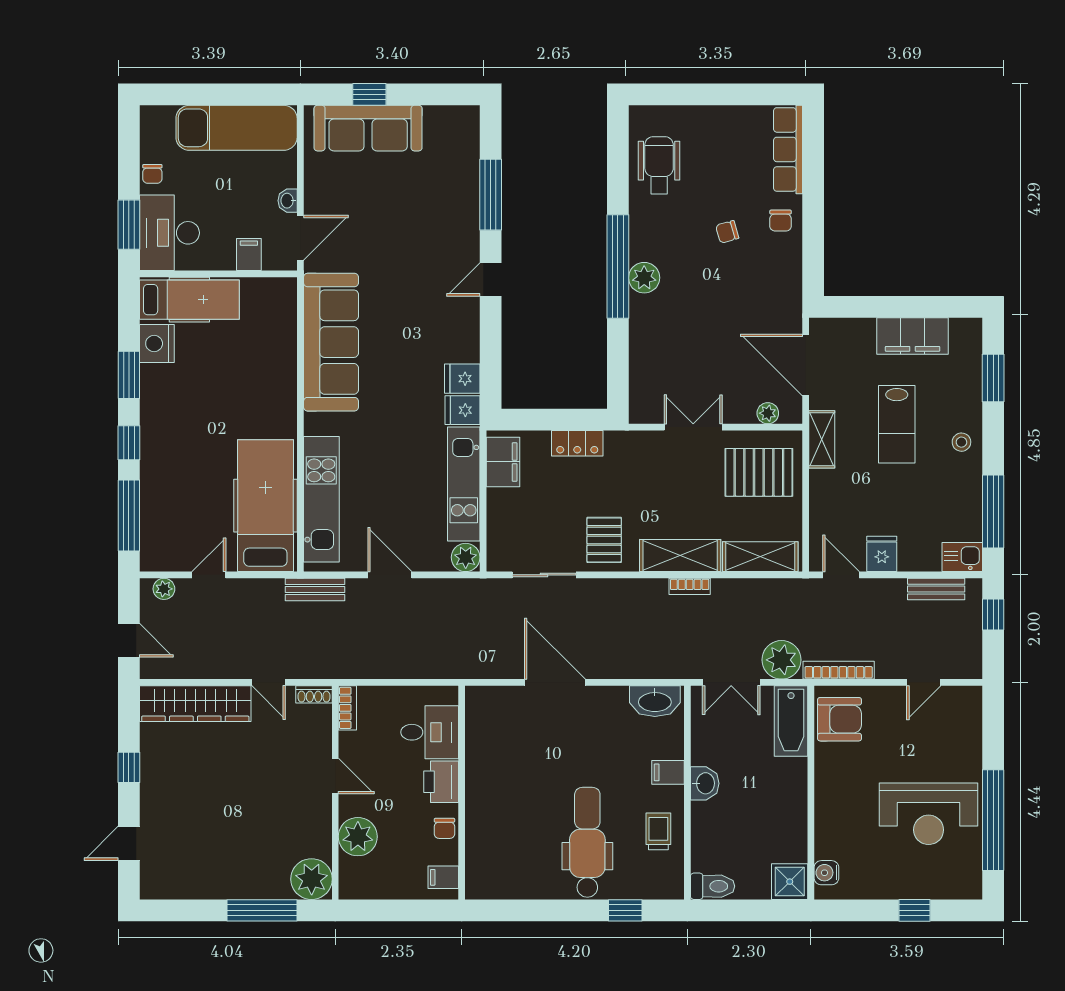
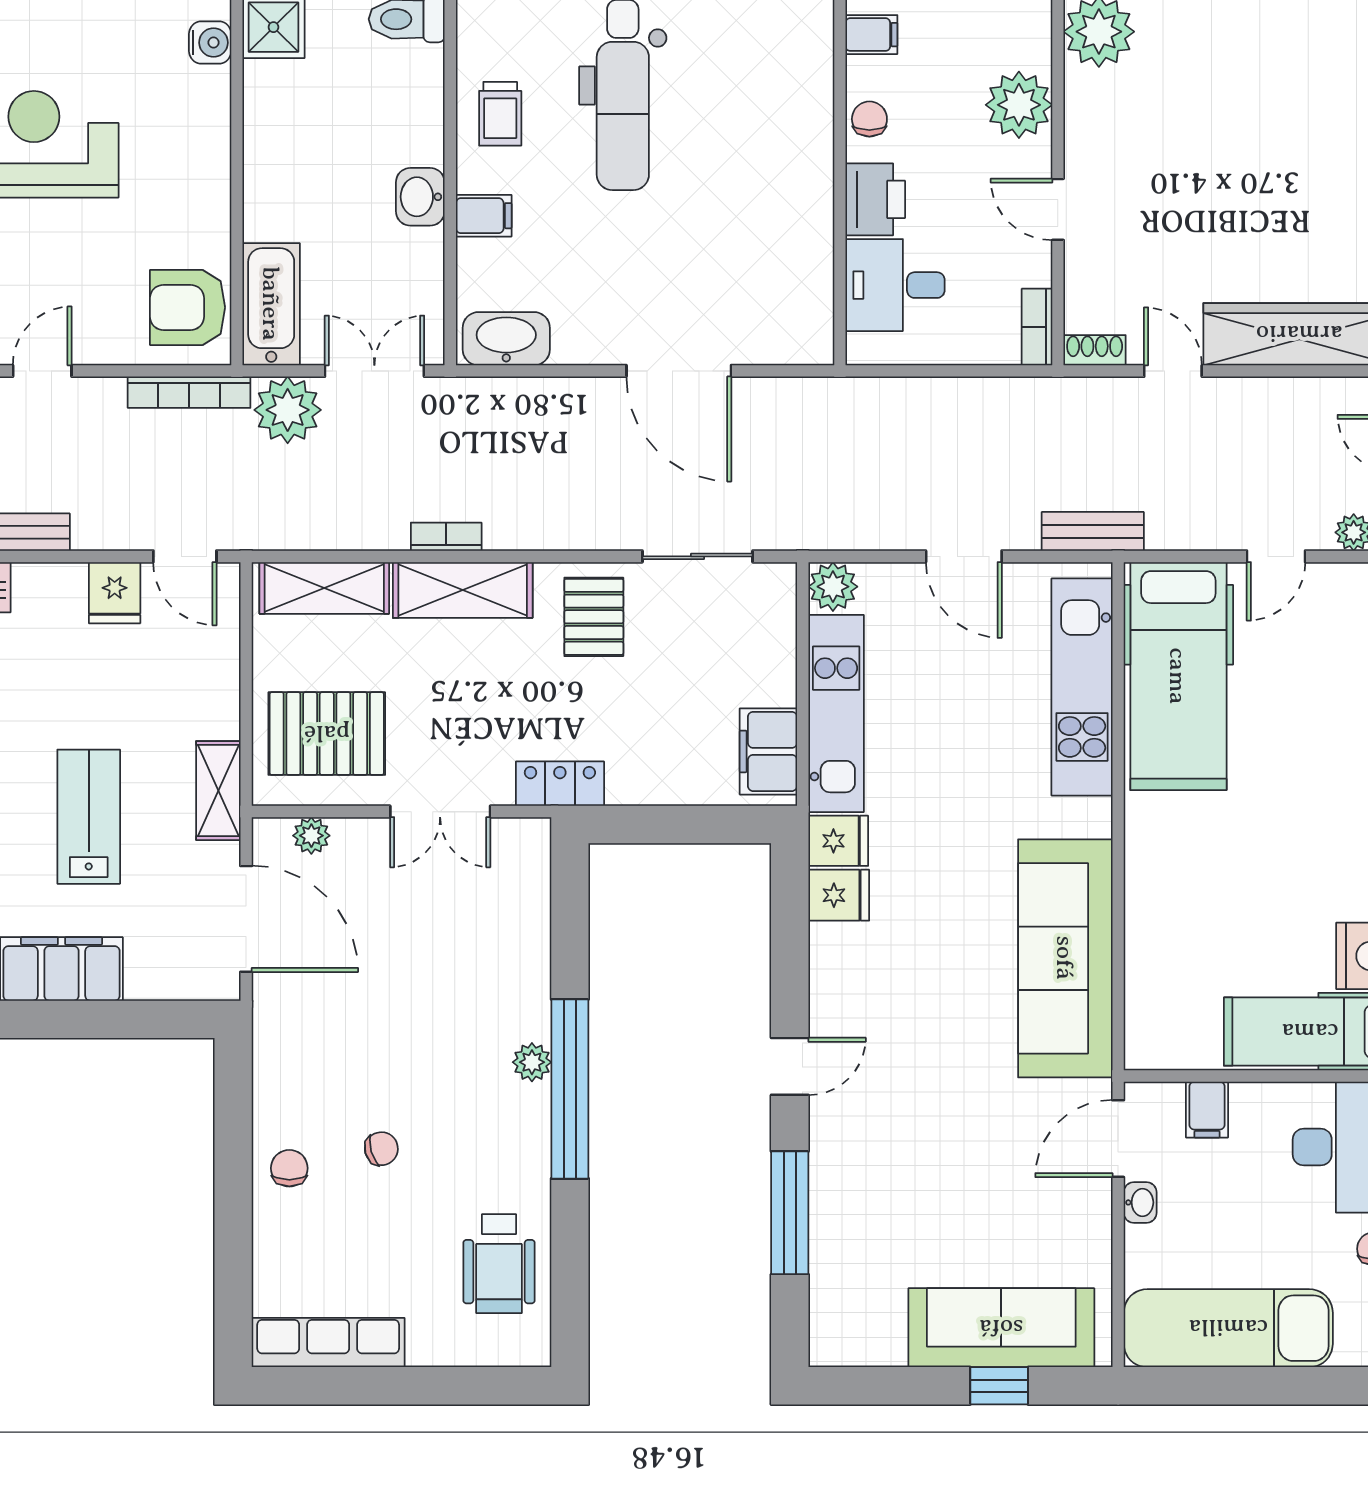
row of seats: (788, 149) -> (328, 1343), moved, turned -90
plant: (644, 278) -> (532, 1062), width x0.73, depth x0.73
locker: (577, 443) -> (560, 784), moved

